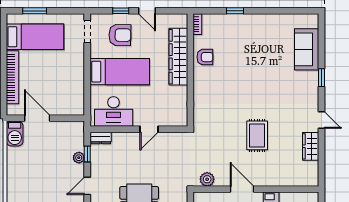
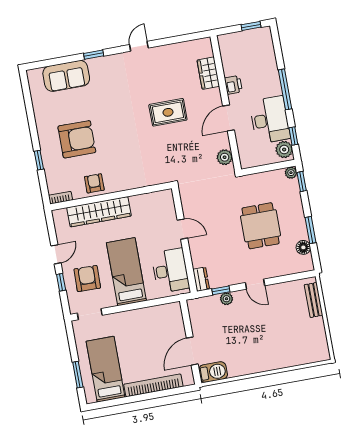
armchair: (248, 49) -> (77, 139), added
wardrobe: (311, 146) -> (208, 73), moved, turned 90

